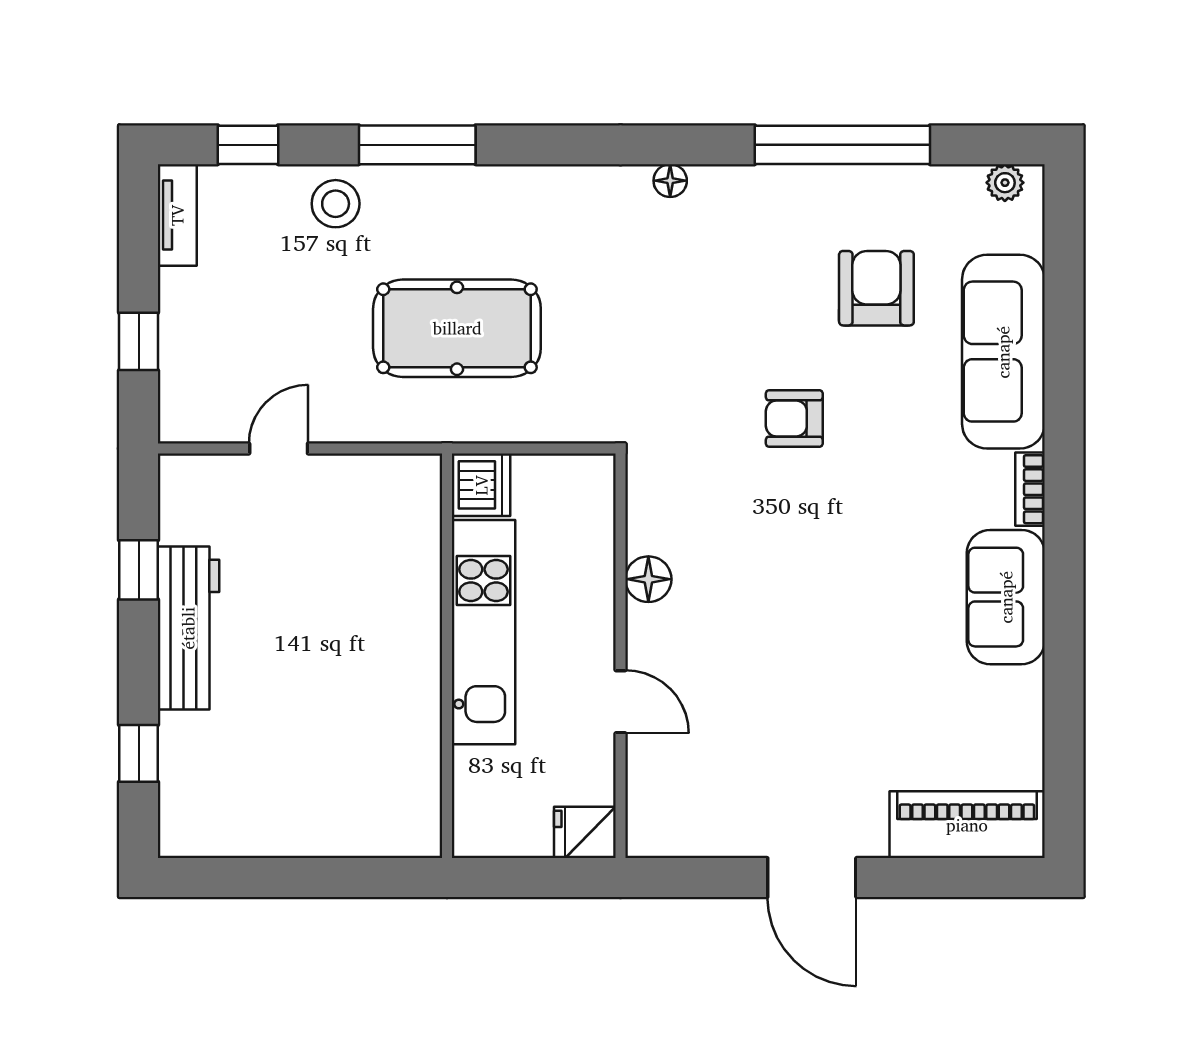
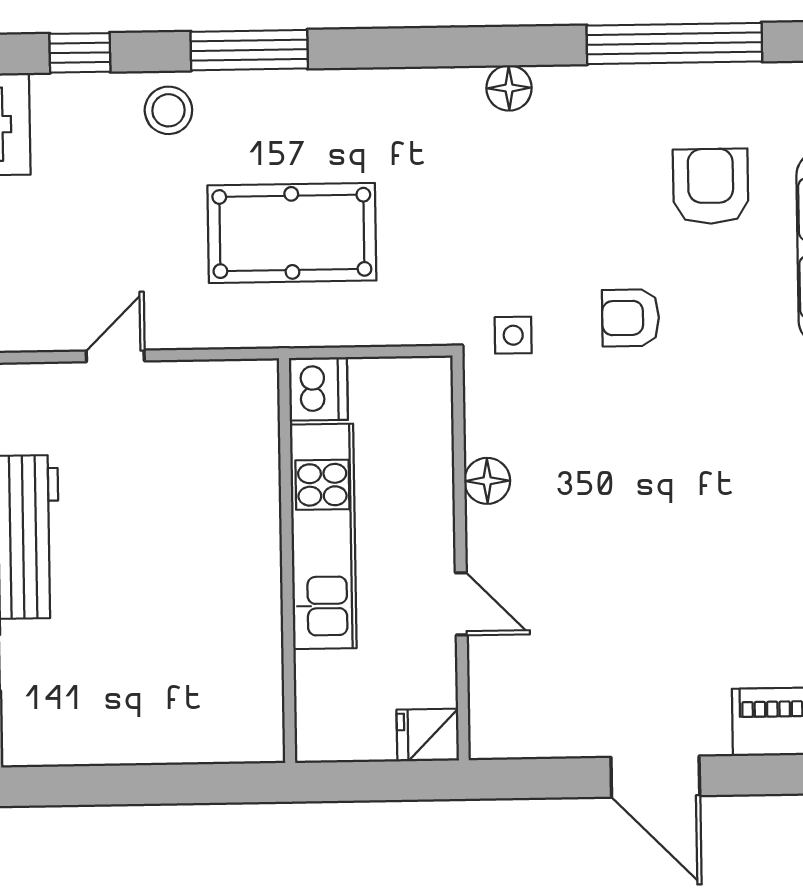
floor lamp: (670, 181) -> (509, 88), width x1.37, depth x1.37
side table: (677, 434) -> (513, 335), added

